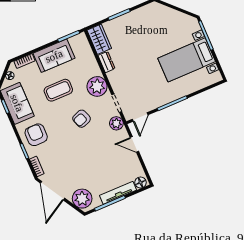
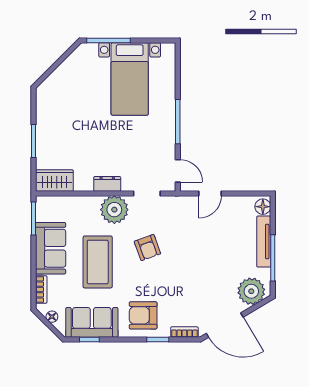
dresser: (106, 62) -> (107, 184), moved
coffee table: (58, 90) -> (98, 262), width x1.36, depth x1.32
plant: (116, 123) -> (173, 205), removed

